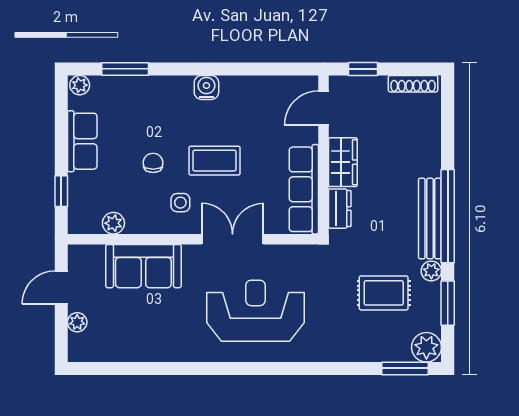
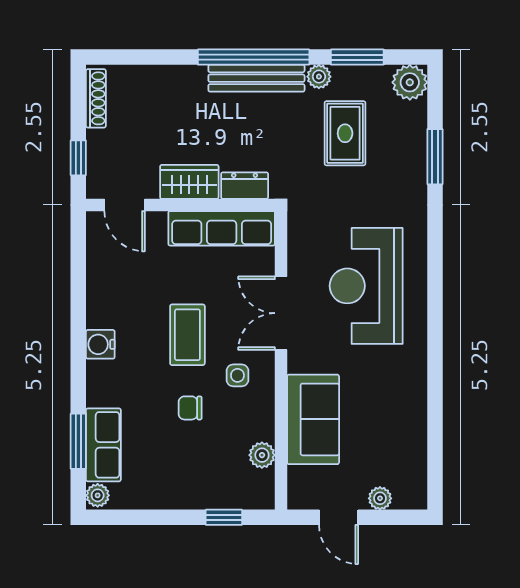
row of seats: (82, 141) -> (103, 445), moved, turned 90
window: (405, 368) -> (435, 157), moved

